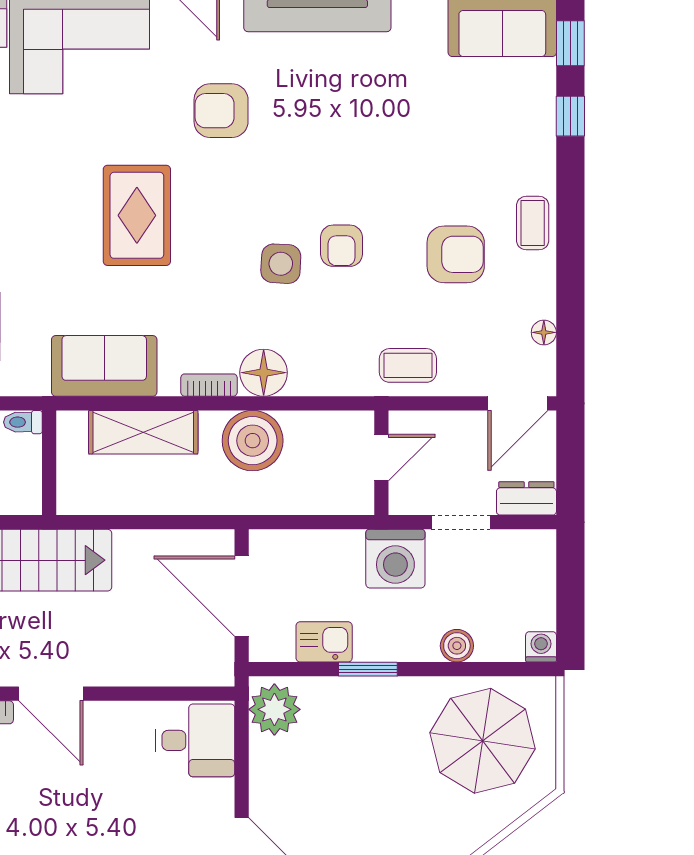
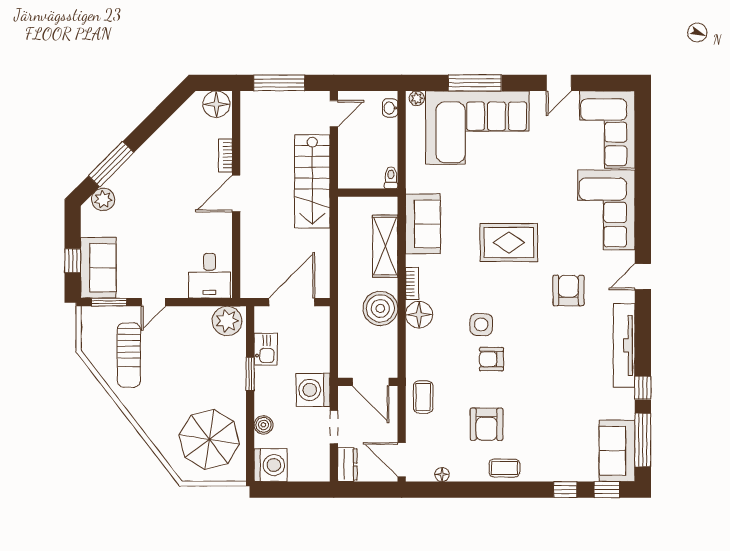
door: (381, 458) -> (371, 382), width x1.38
washing machine: (541, 647) -> (271, 465), width x1.89, depth x1.89

